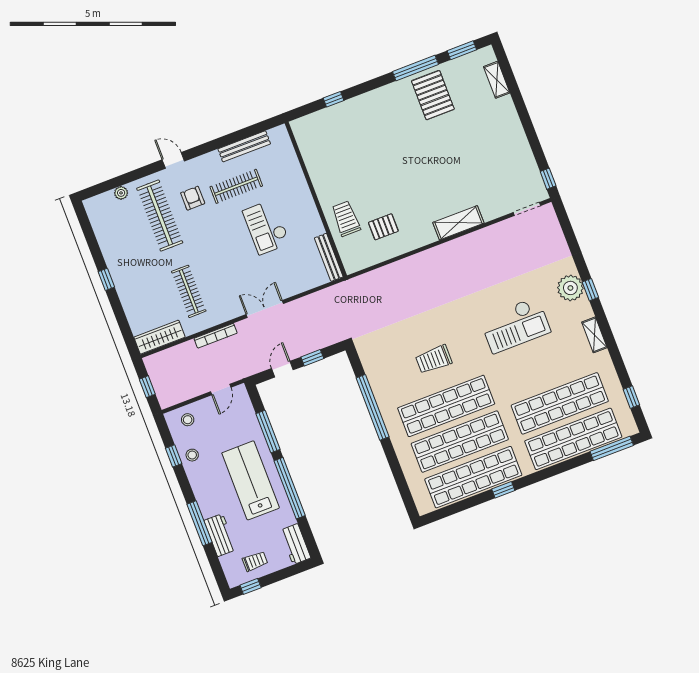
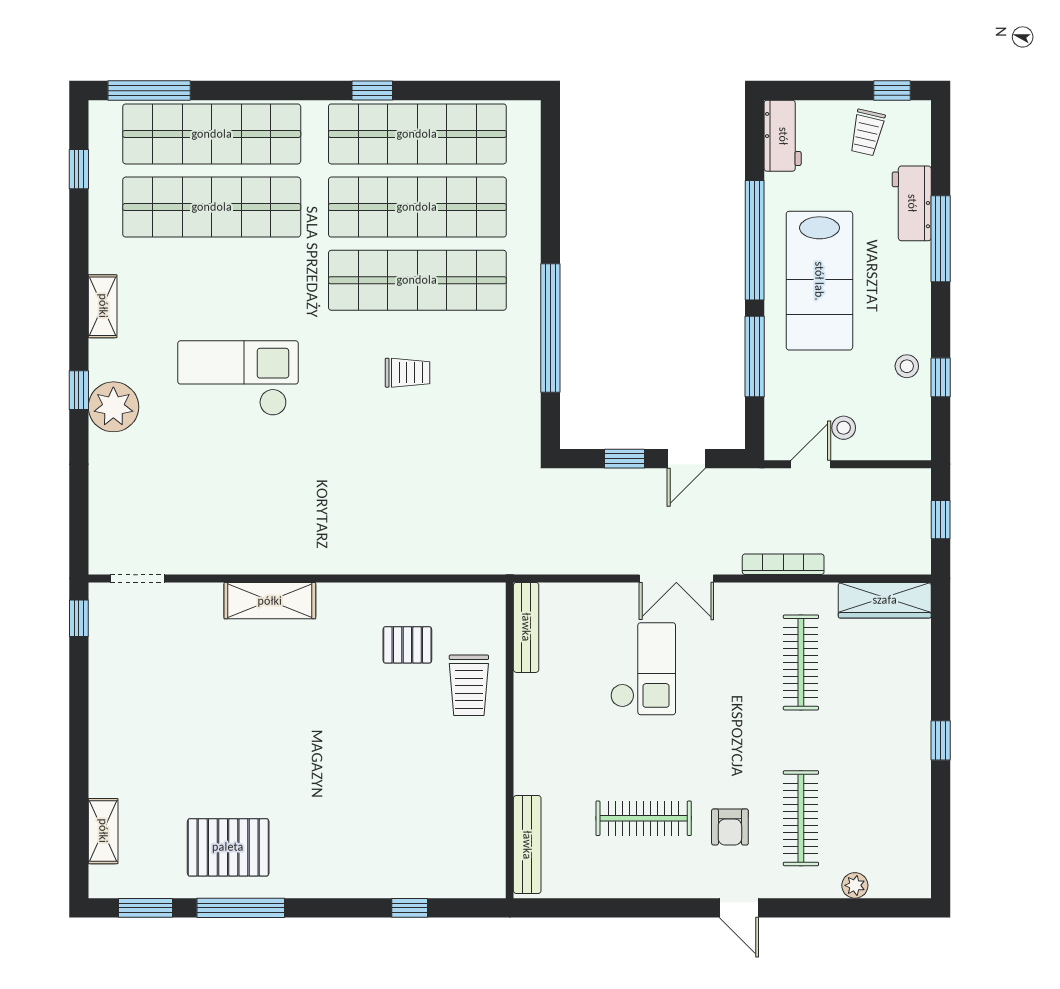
pallet: (433, 95) -> (228, 847), turned 90
bench: (244, 146) -> (527, 845), moved, turned 90
clothes rail: (160, 216) -> (801, 818), width x0.73, depth x0.76
checkout: (266, 227) -> (643, 669), moved
trolley: (434, 359) -> (408, 373), width x0.73, depth x0.72
stool: (188, 420) -> (844, 428), moved
trolley: (255, 561) -> (867, 132), turned -77

